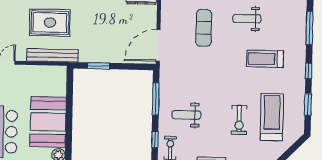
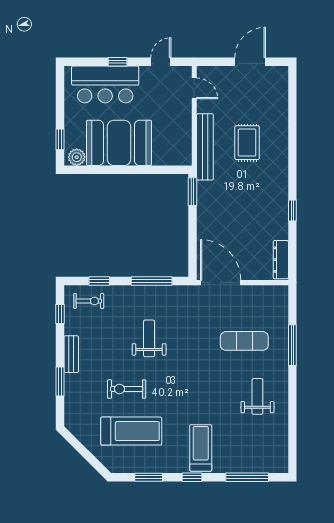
rug: (50, 23) -> (247, 143), width x0.73, depth x0.70
treadmill: (265, 59) -> (201, 448), moved
window: (99, 66) -> (193, 192), moved
weight bench: (186, 115) -> (149, 338), moved

